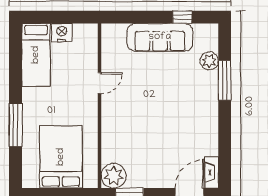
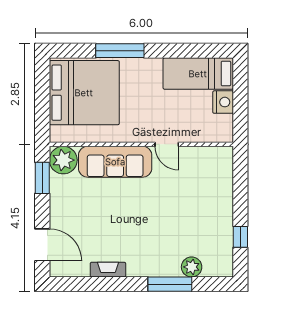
sofa: (160, 37) -> (115, 162), moved, turned -90
bed: (61, 157) -> (84, 93), width x1.36
fireplace: (212, 172) -> (108, 270), moved

